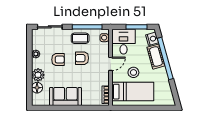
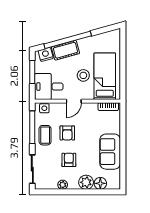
door: (111, 64) -> (74, 101), swing flipped

